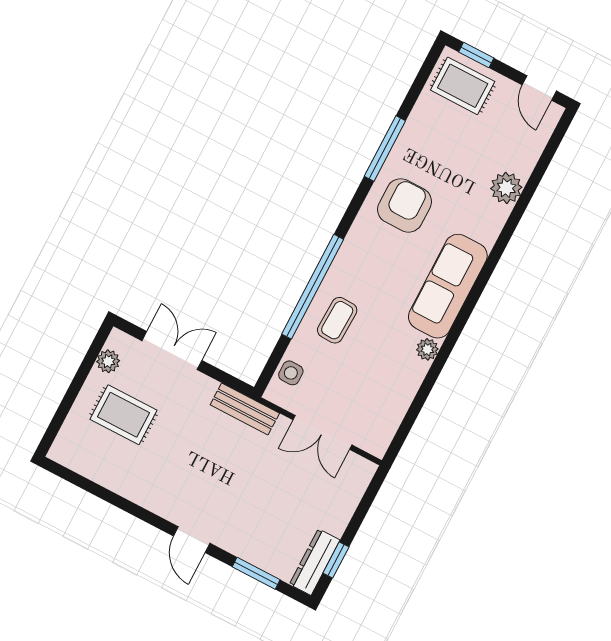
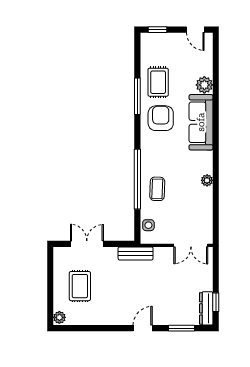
rug: (463, 86) -> (158, 82), moved, turned 90
sofa: (448, 286) -> (201, 122), moved
plant: (108, 361) -> (59, 317), moved
rug: (124, 415) -> (80, 286), turned 90
double door: (322, 432) -> (191, 245), moved
door: (192, 540) -> (143, 328), swing flipped

